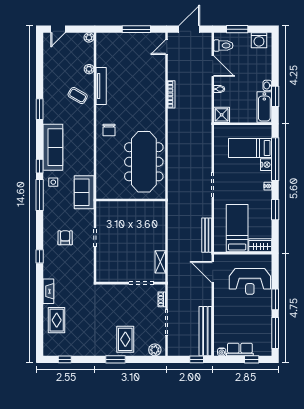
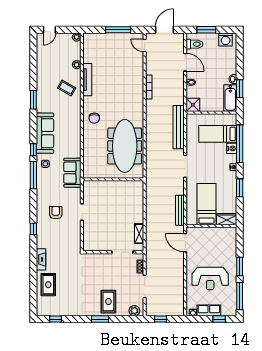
door: (167, 47) -> (145, 46), hinge flipped
reception desk: (250, 281) -> (210, 278), moved
bench: (205, 331) -> (179, 127), moved
window: (197, 359) -> (160, 319), moved

